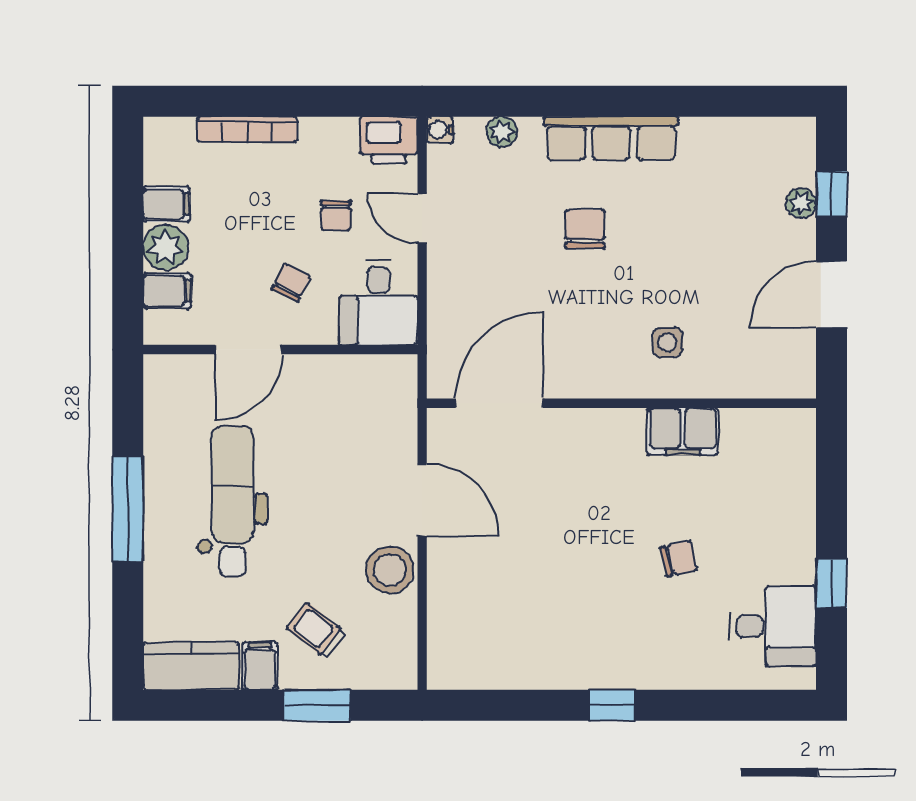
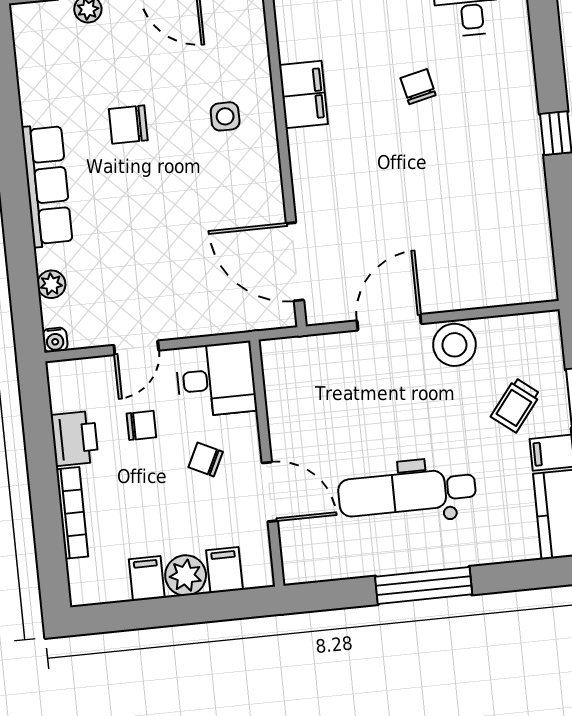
printer: (389, 140) -> (75, 438), moved
chair: (585, 229) -> (128, 125), moved

